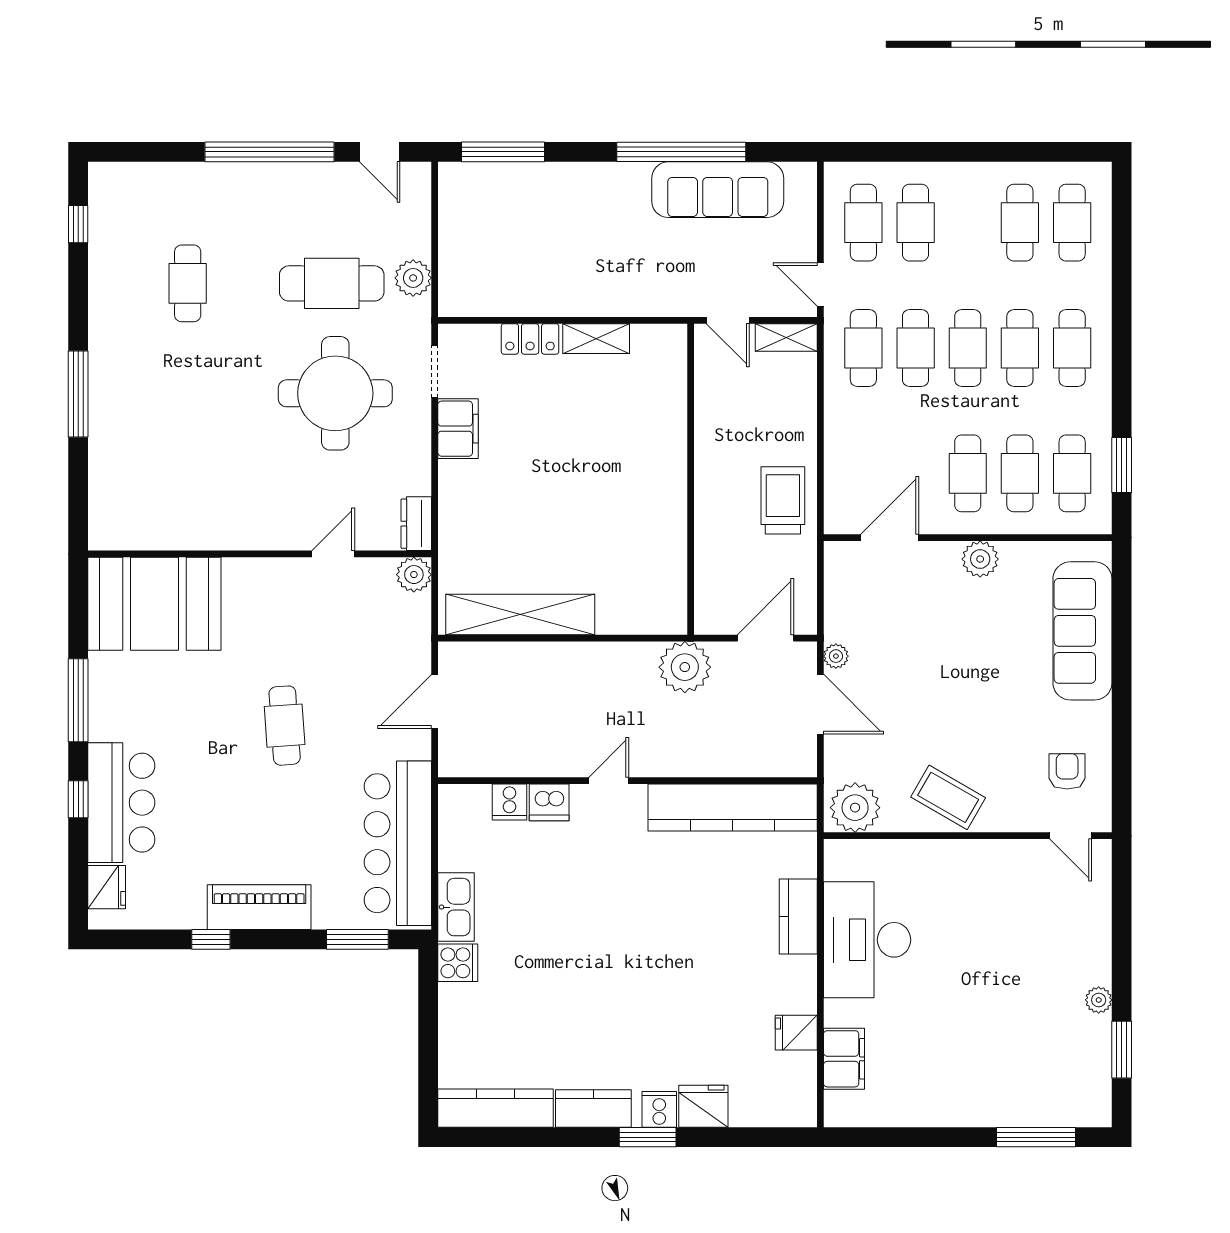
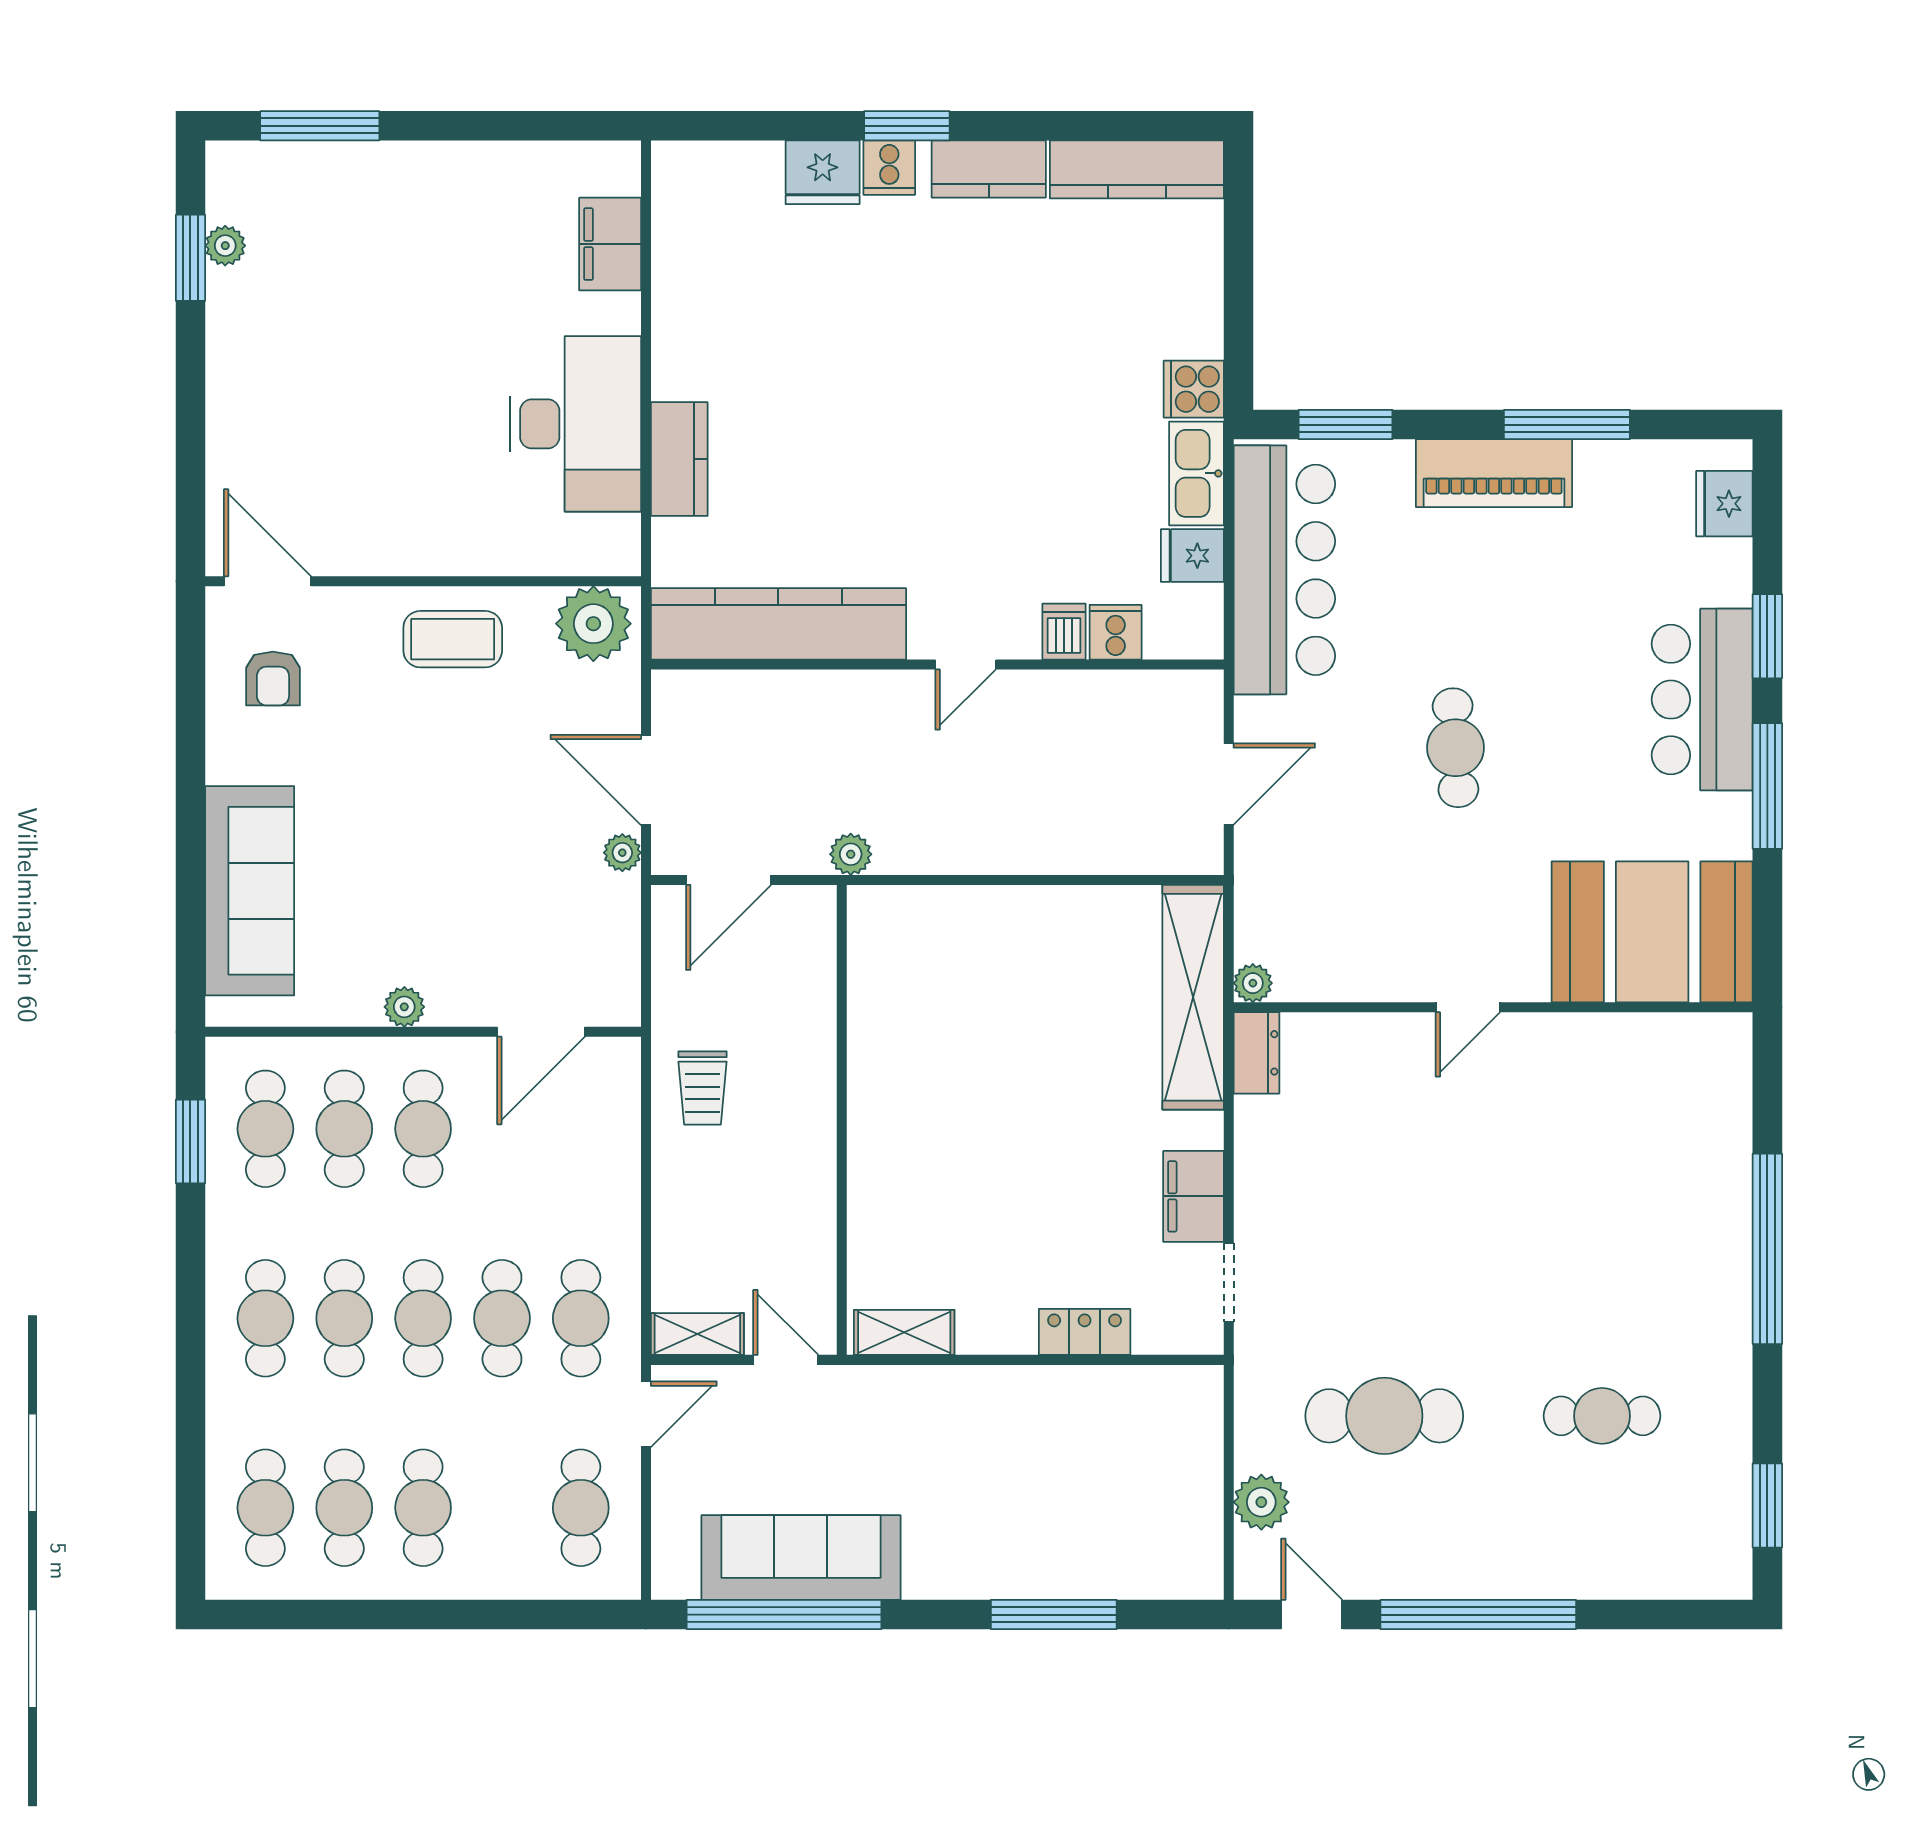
window: (503, 152) -> (1054, 1615), moved
window: (681, 152) -> (784, 1615), moved
cafe table: (916, 223) -> (423, 1508), moved
window: (78, 224) -> (1767, 1505), width x1.50
plant: (413, 278) -> (1261, 1502), moved
cafe table: (188, 283) -> (1602, 1416), turned 90
door: (820, 284) -> (646, 1414), hinge flipped
shelving: (596, 339) -> (904, 1332), moved
round table: (335, 393) -> (1379, 1250), removed
window: (78, 394) -> (1767, 1249), width x1.46
trolley: (783, 500) -> (702, 1088), width x0.73, depth x0.72
door: (333, 554) -> (1468, 1007), moved
plant: (980, 559) -> (404, 1007), width x0.73, depth x0.73
plant: (414, 575) -> (1253, 983), width x0.73, depth x0.73
shelving: (520, 614) -> (1193, 997), moved, turned 90
plant: (685, 667) -> (851, 854), width x0.53, depth x0.53
coffee table: (948, 797) -> (453, 639), turned -30
window: (78, 799) -> (1767, 636), width x1.50
dishwasher: (549, 802) -> (1064, 632), width x0.73
bar counter: (121, 803) -> (1702, 700), moved
door: (1071, 836) -> (268, 581), width x1.38
window: (211, 939) -> (1567, 425), width x2.17
plant: (1099, 1000) -> (225, 246), moved
fridge: (796, 1033) -> (1192, 556), moved, turned 180

